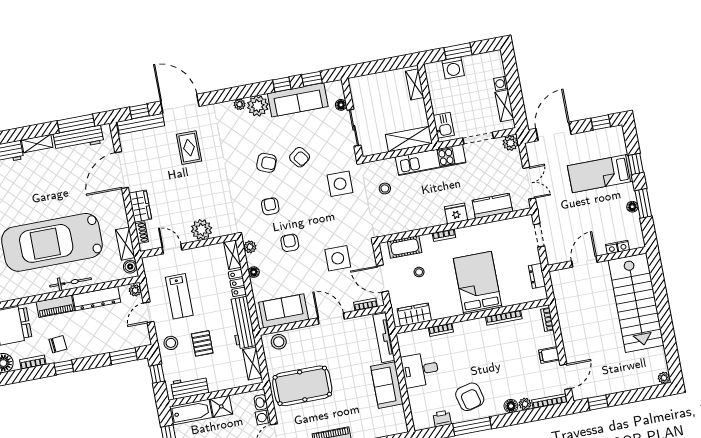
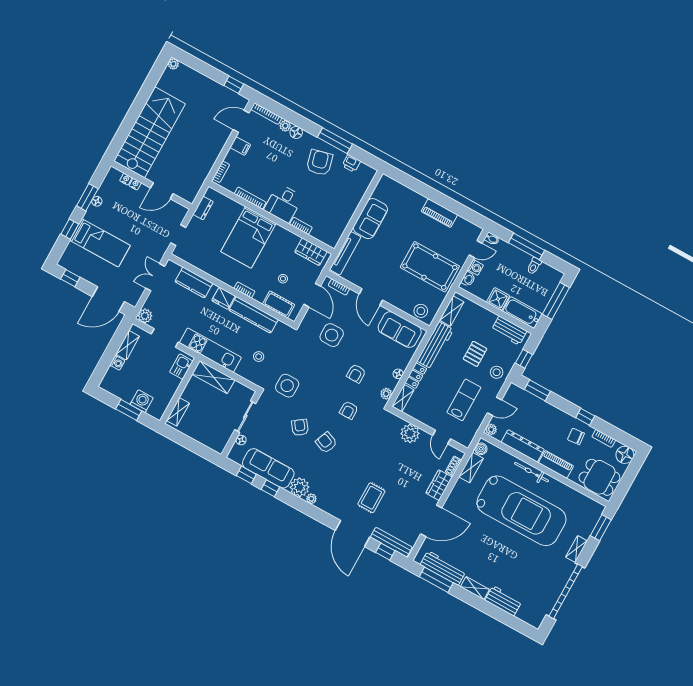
kitchen counter: (419, 220) -> (253, 315), added
desk: (420, 370) -> (283, 203), moved, turned 90

